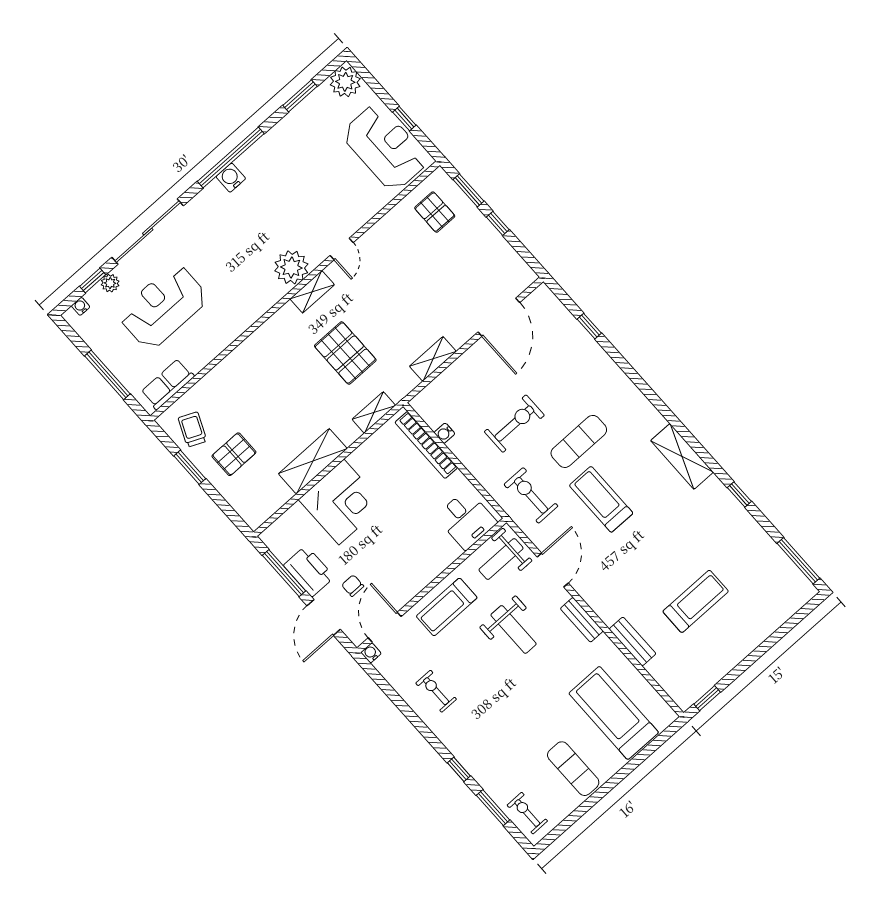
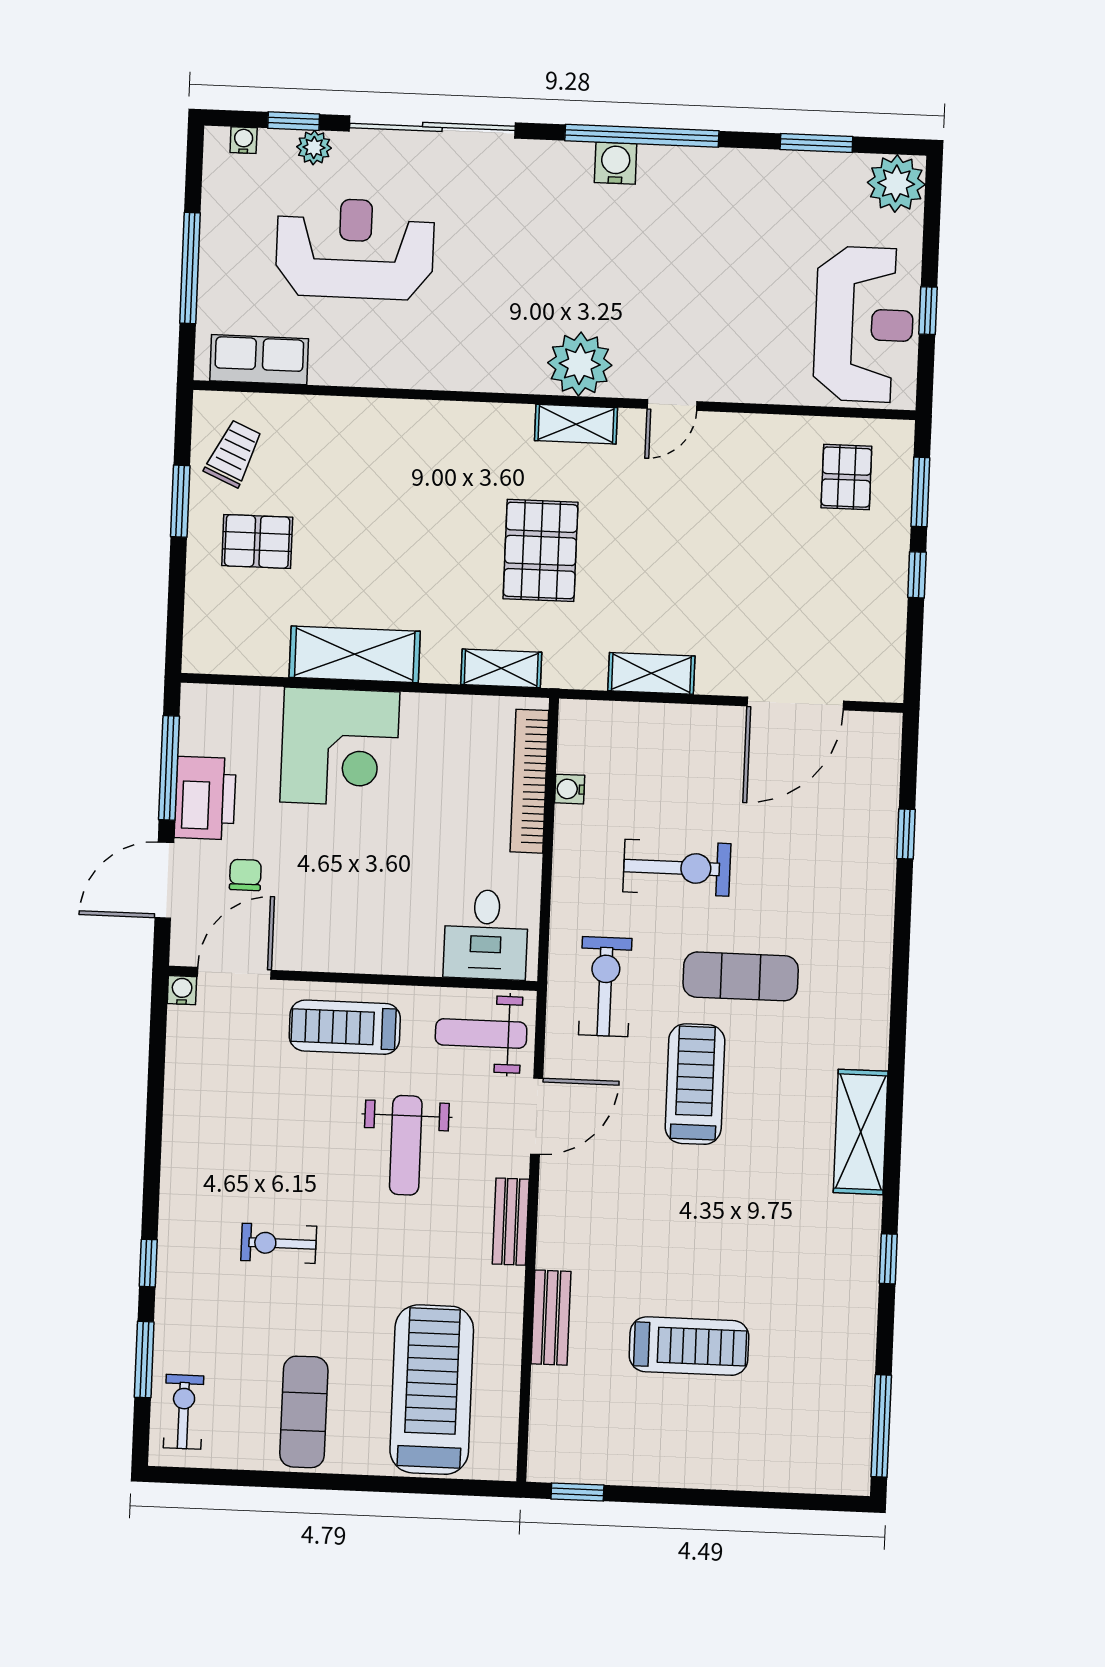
exercise bike: (436, 691) -> (279, 1243), moved, turned -90

